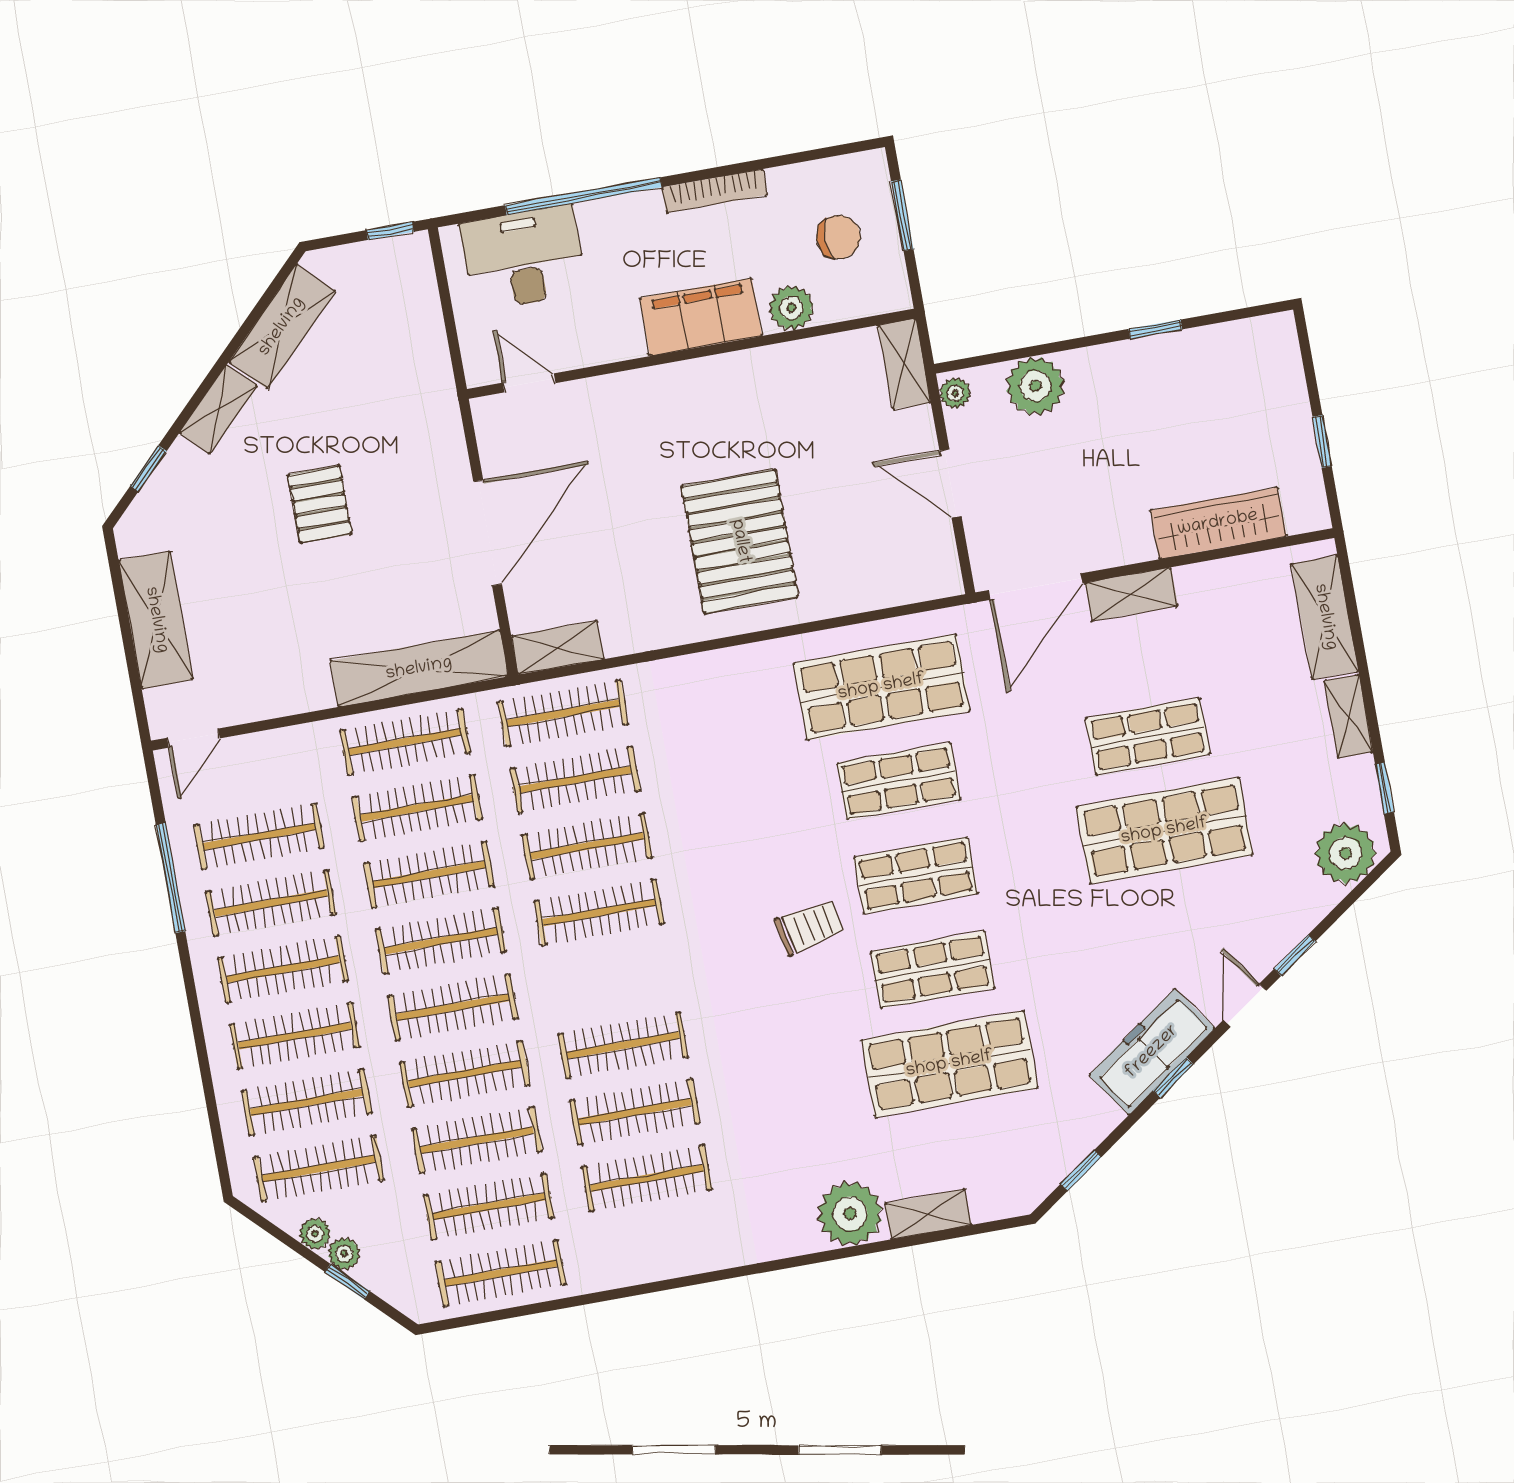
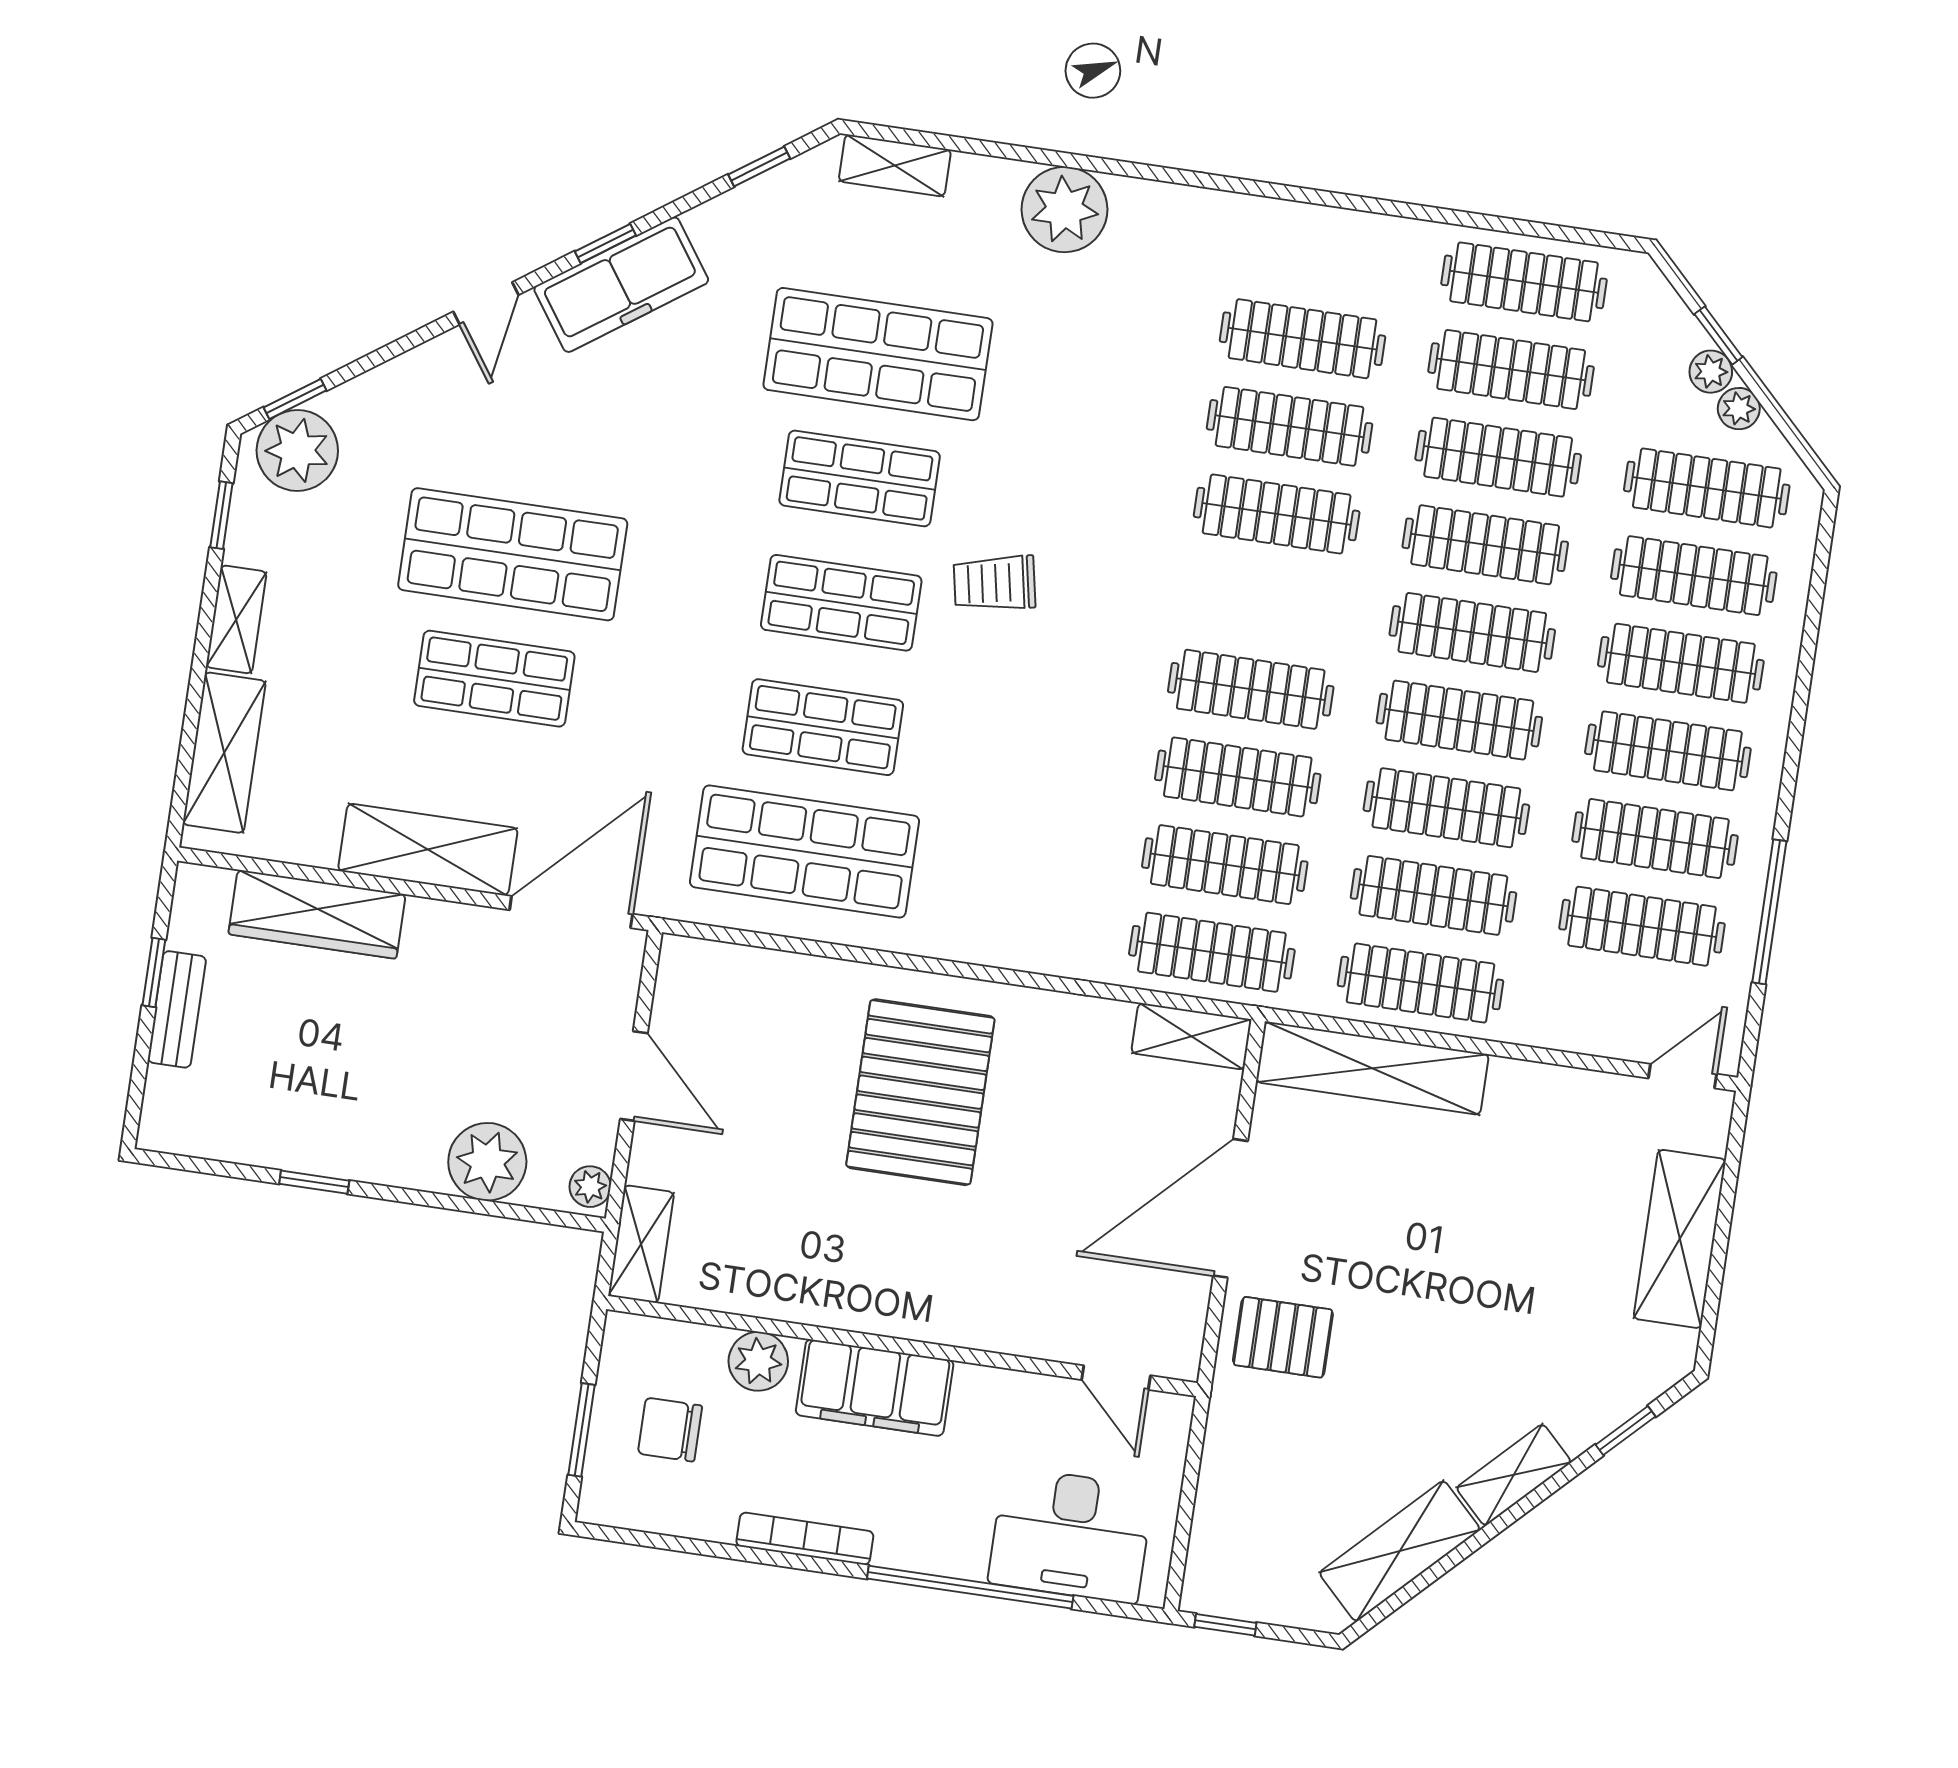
bench: (1297, 421) -> (177, 1009), added
pallet: (320, 504) -> (1283, 1337), moved, turned 90
shelving: (1131, 594) -> (428, 850), width x1.50, depth x1.33
window: (1295, 955) -> (295, 399), moved
shelving: (928, 1214) -> (895, 165), moved

